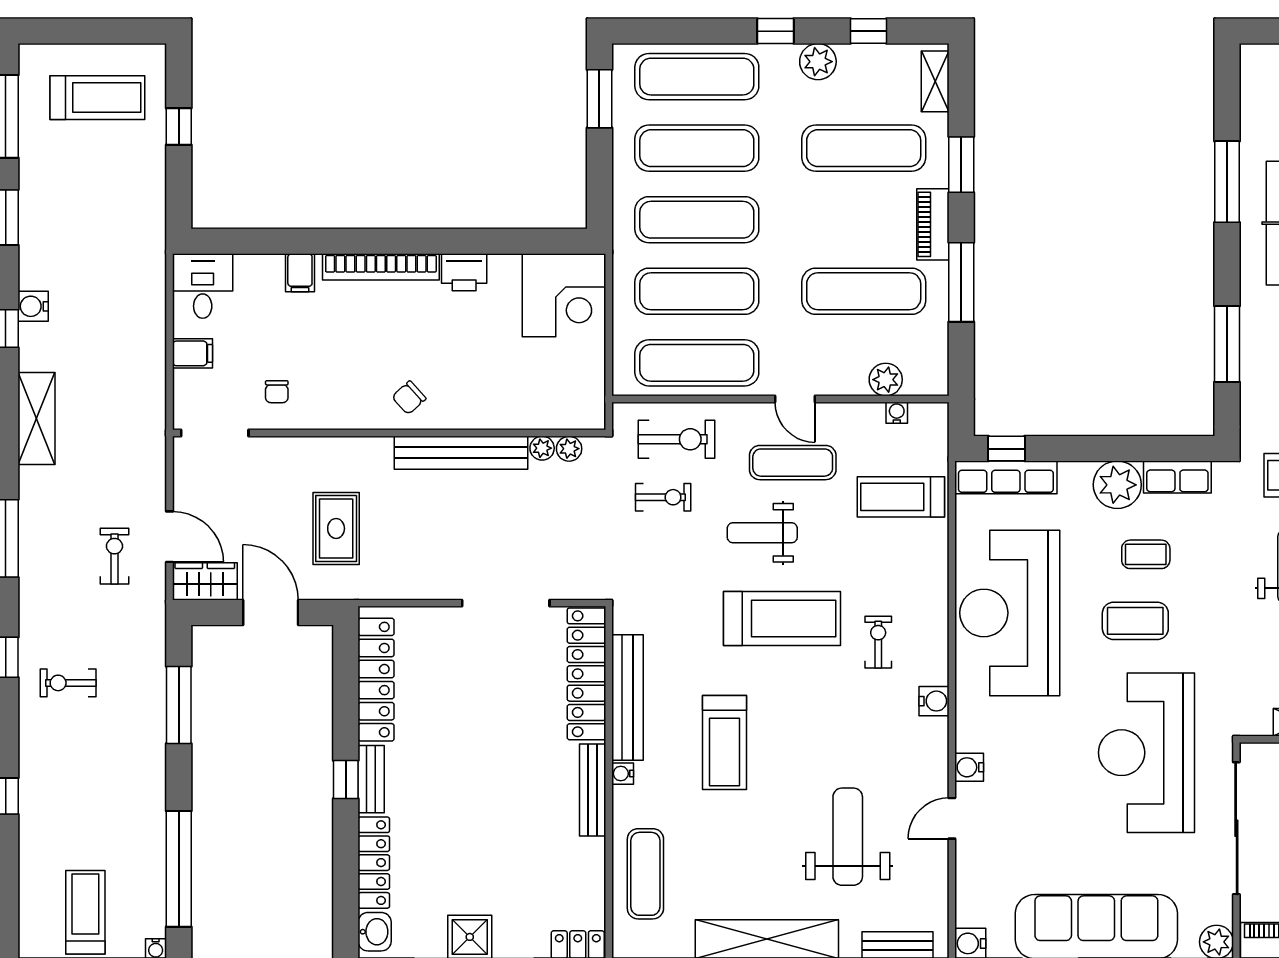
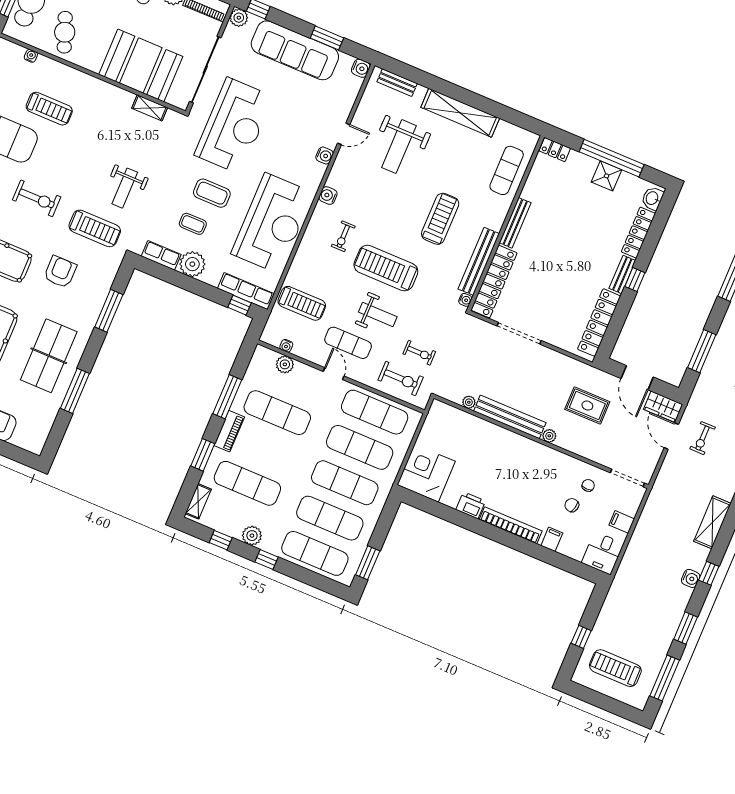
chair: (409, 398) -> (572, 505), moved, turned -124
exercise bike: (676, 439) -> (401, 379), turned 180
plant: (569, 449) -> (549, 436), moved
exercise bike: (663, 497) -> (419, 353), turned 180
rug: (336, 528) -> (587, 406), turned 90
water cooler: (623, 774) -> (465, 300), moved

